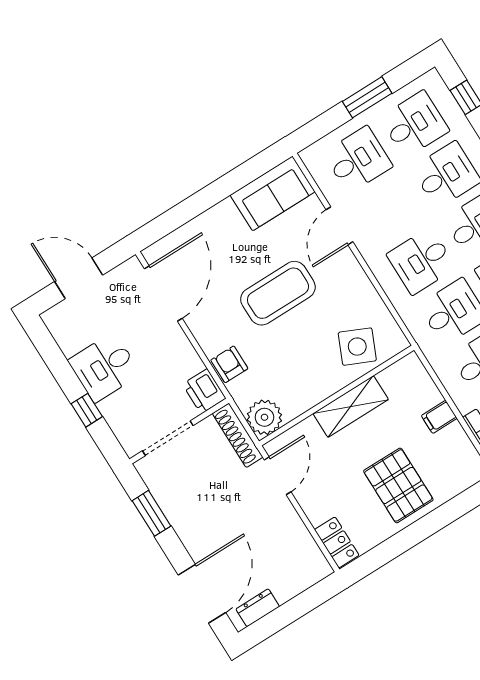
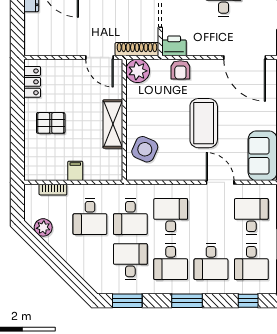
desk: (358, 160) -> (251, 217), turned 180
armchair: (229, 364) -> (180, 70), turned 90
pallet: (398, 485) -> (51, 123), width x0.67, depth x0.71
locker: (337, 542) -> (32, 82), moved, turned -90

